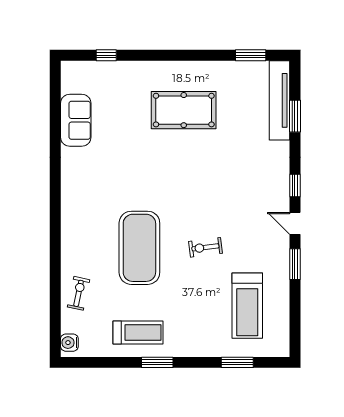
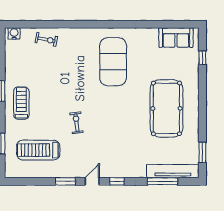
pool table: (184, 110) -> (166, 108), width x1.36, depth x1.32
window: (295, 116) -> (163, 181), width x1.44
sofa: (76, 120) -> (176, 38), moved
exercise mat: (139, 248) -> (113, 62), moved, turned 90
treadmill: (138, 332) -> (21, 103), moved, turned 180

